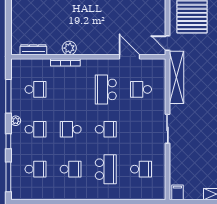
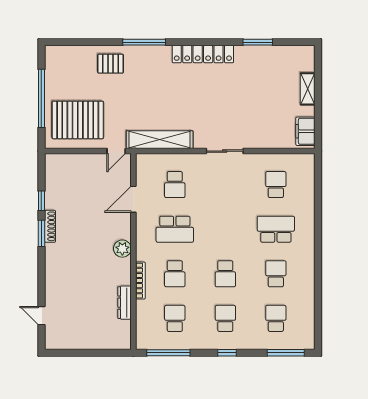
plant: (69, 48) -> (122, 249), moved
dresser: (33, 50) -> (124, 303), moved
window: (8, 96) -> (168, 353), moved
plant: (16, 121) -> (214, 343), removed
school desk: (106, 129) -> (175, 274), moved, turned 180
window: (8, 141) -> (227, 353), moved
filing cabinet: (177, 192) -> (305, 131), width x2.00

